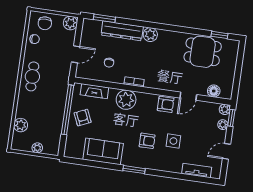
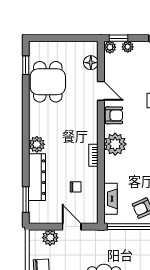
plant: (70, 23) -> (50, 238), moved
plant: (126, 100) -> (115, 144), moved
armchair: (166, 104) -> (114, 115), turned 90

